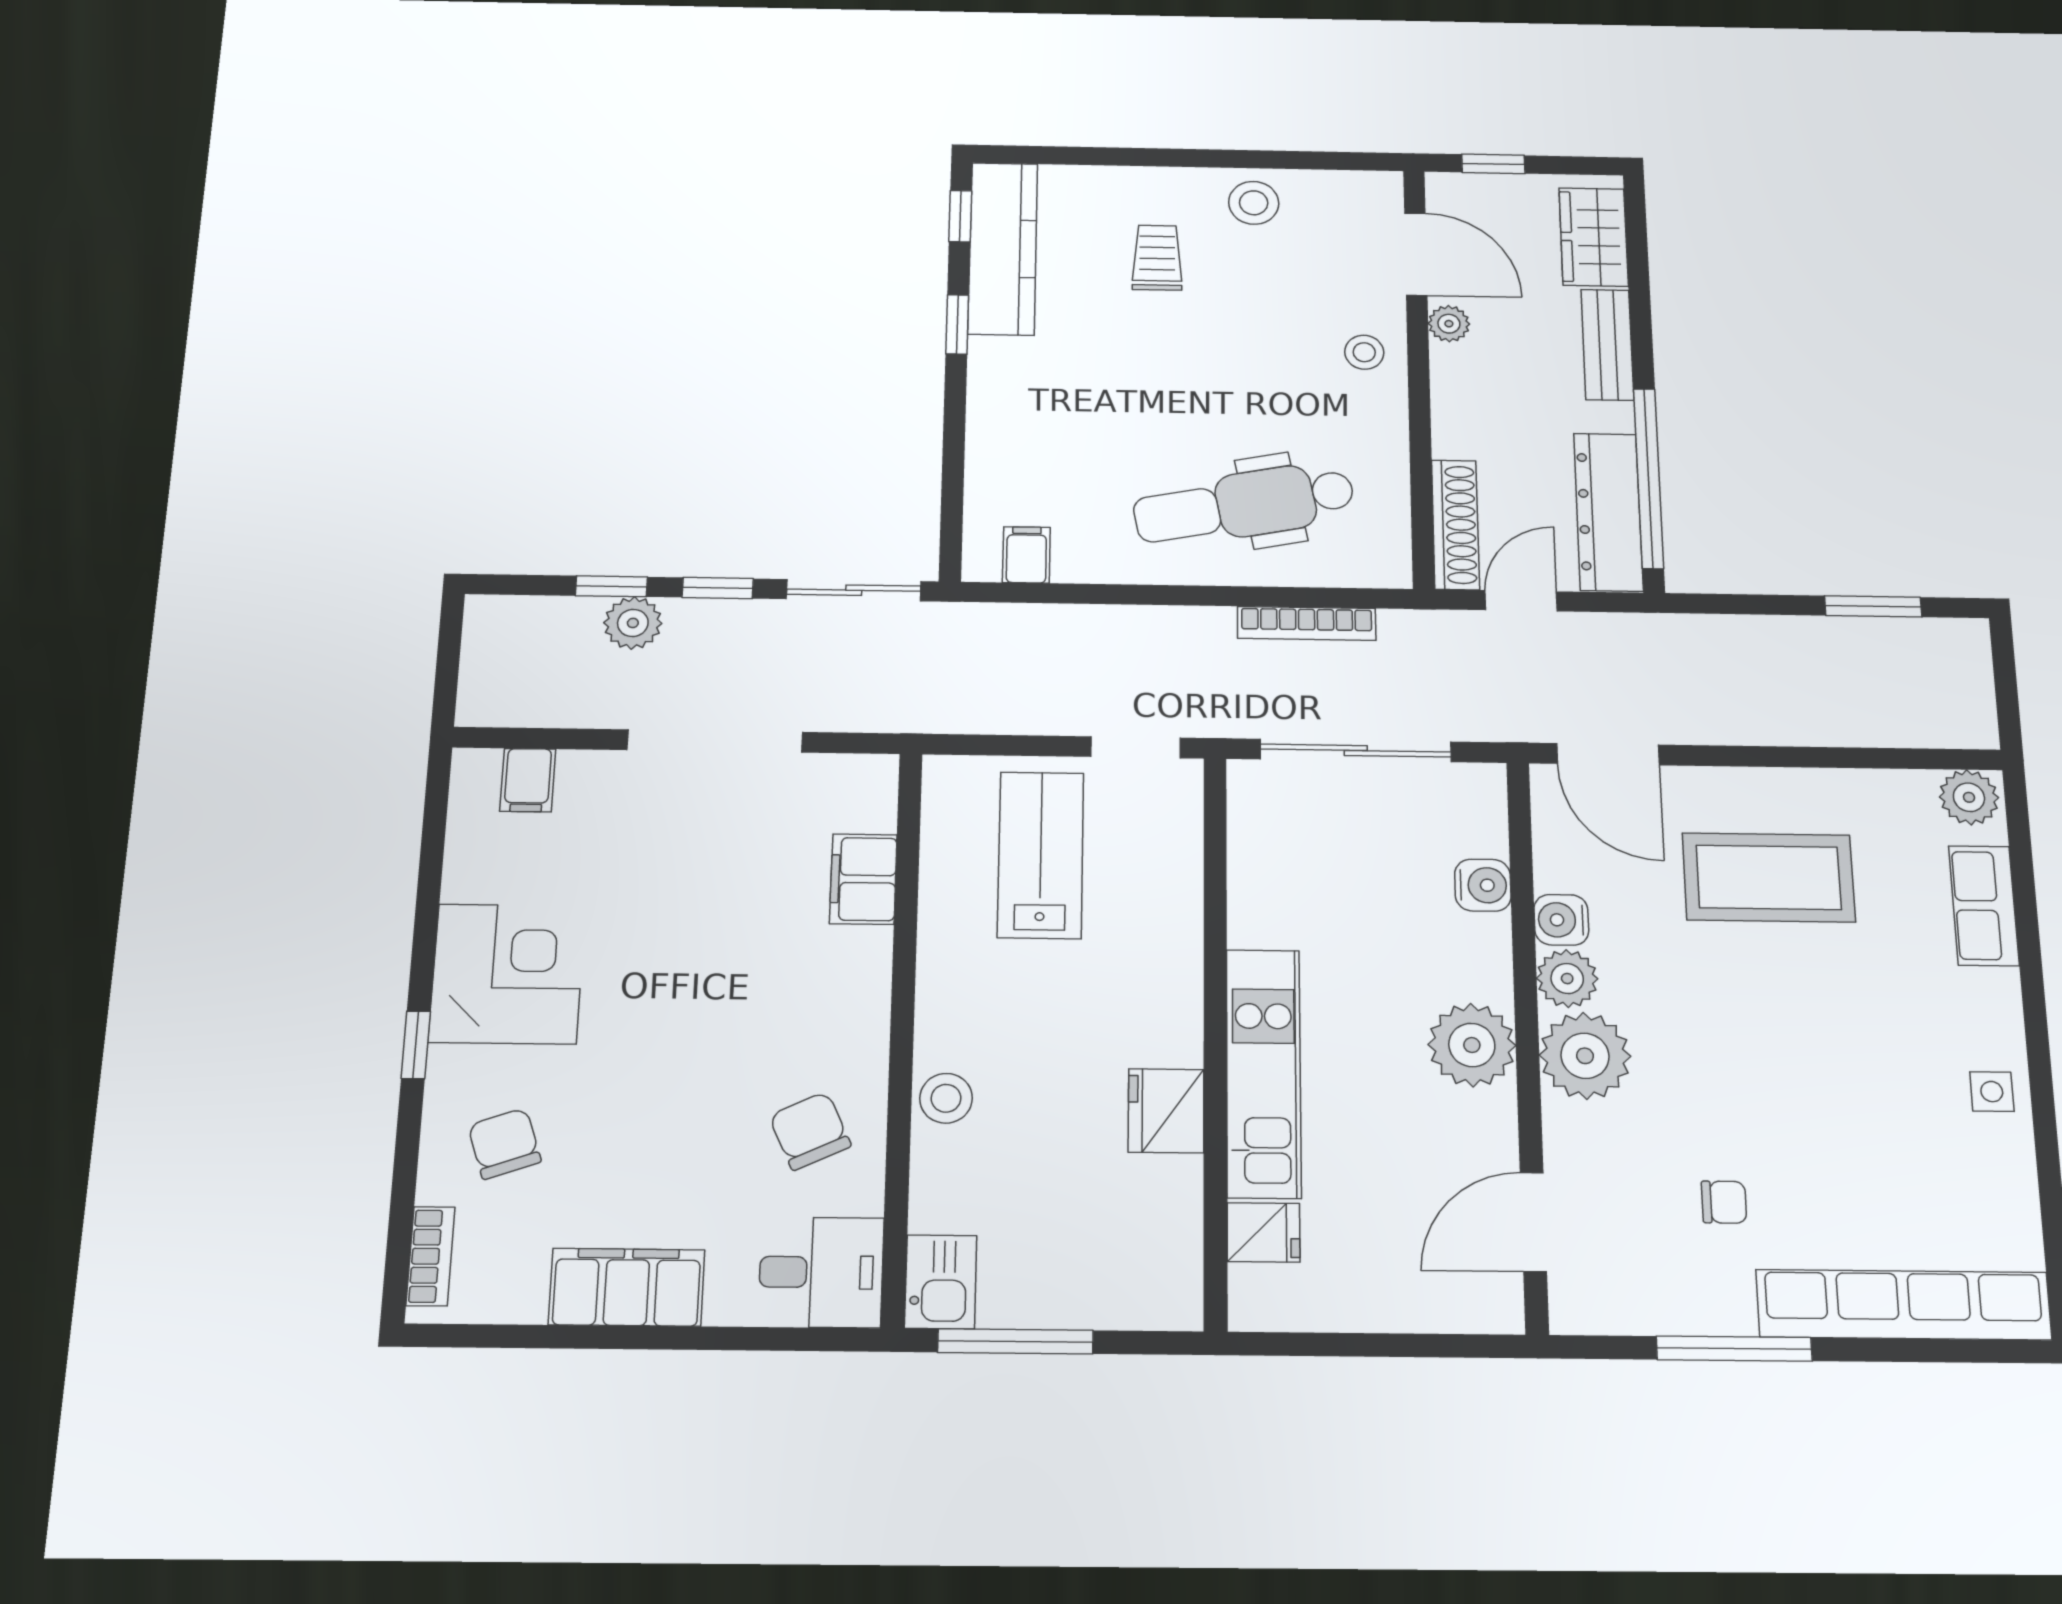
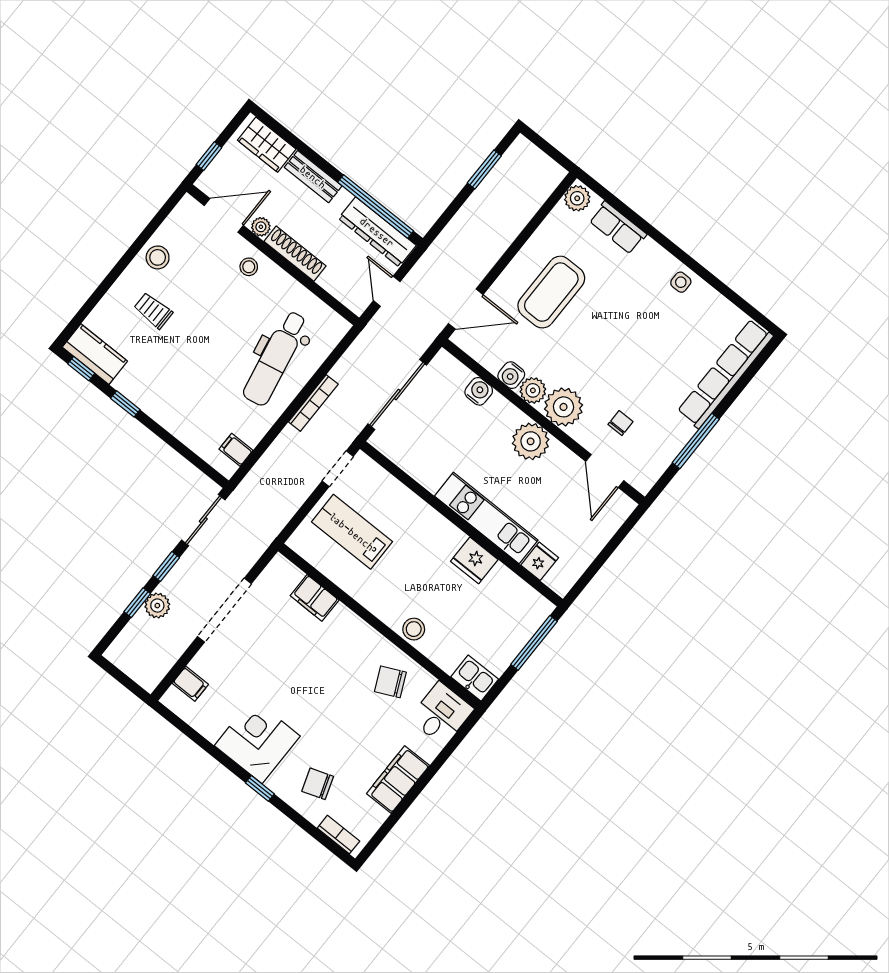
kitchen counter: (1003, 248) -> (95, 354), width x0.67
shoe rack: (1455, 525) -> (295, 254), moved
bookcase: (1307, 623) -> (313, 403), moved
chair: (1724, 1202) -> (621, 423), moved
window: (1015, 1341) -> (534, 643), moved

